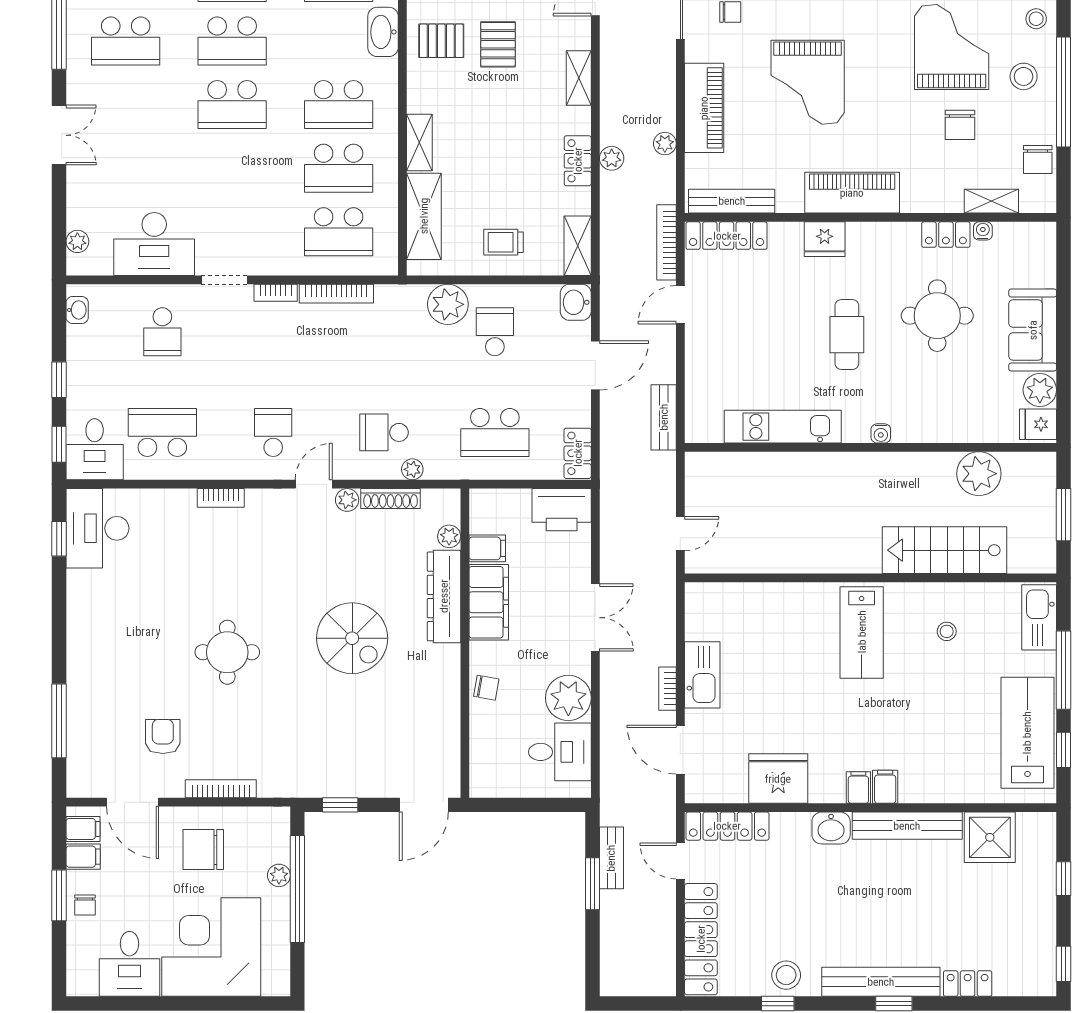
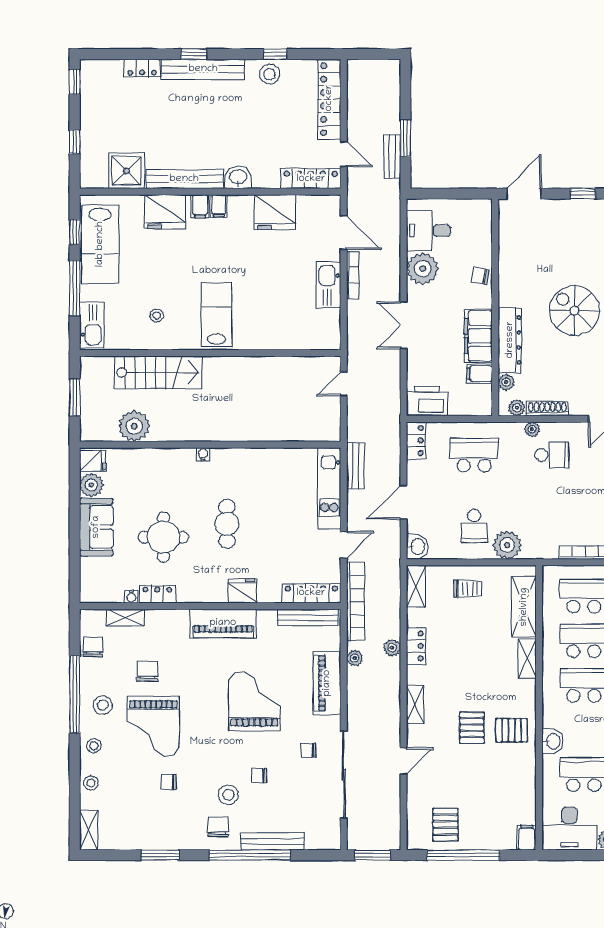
washbasin: (383, 32) -> (553, 741), width x0.72
bookcase: (667, 242) -> (356, 601), width x1.48, depth x1.31
kitchen unit: (783, 427) -> (329, 489), moved, turned 90
plant: (347, 500) -> (517, 408), moved
bookcase: (668, 689) -> (353, 275), width x1.56
fridge: (935, 779) -> (165, 212), added

